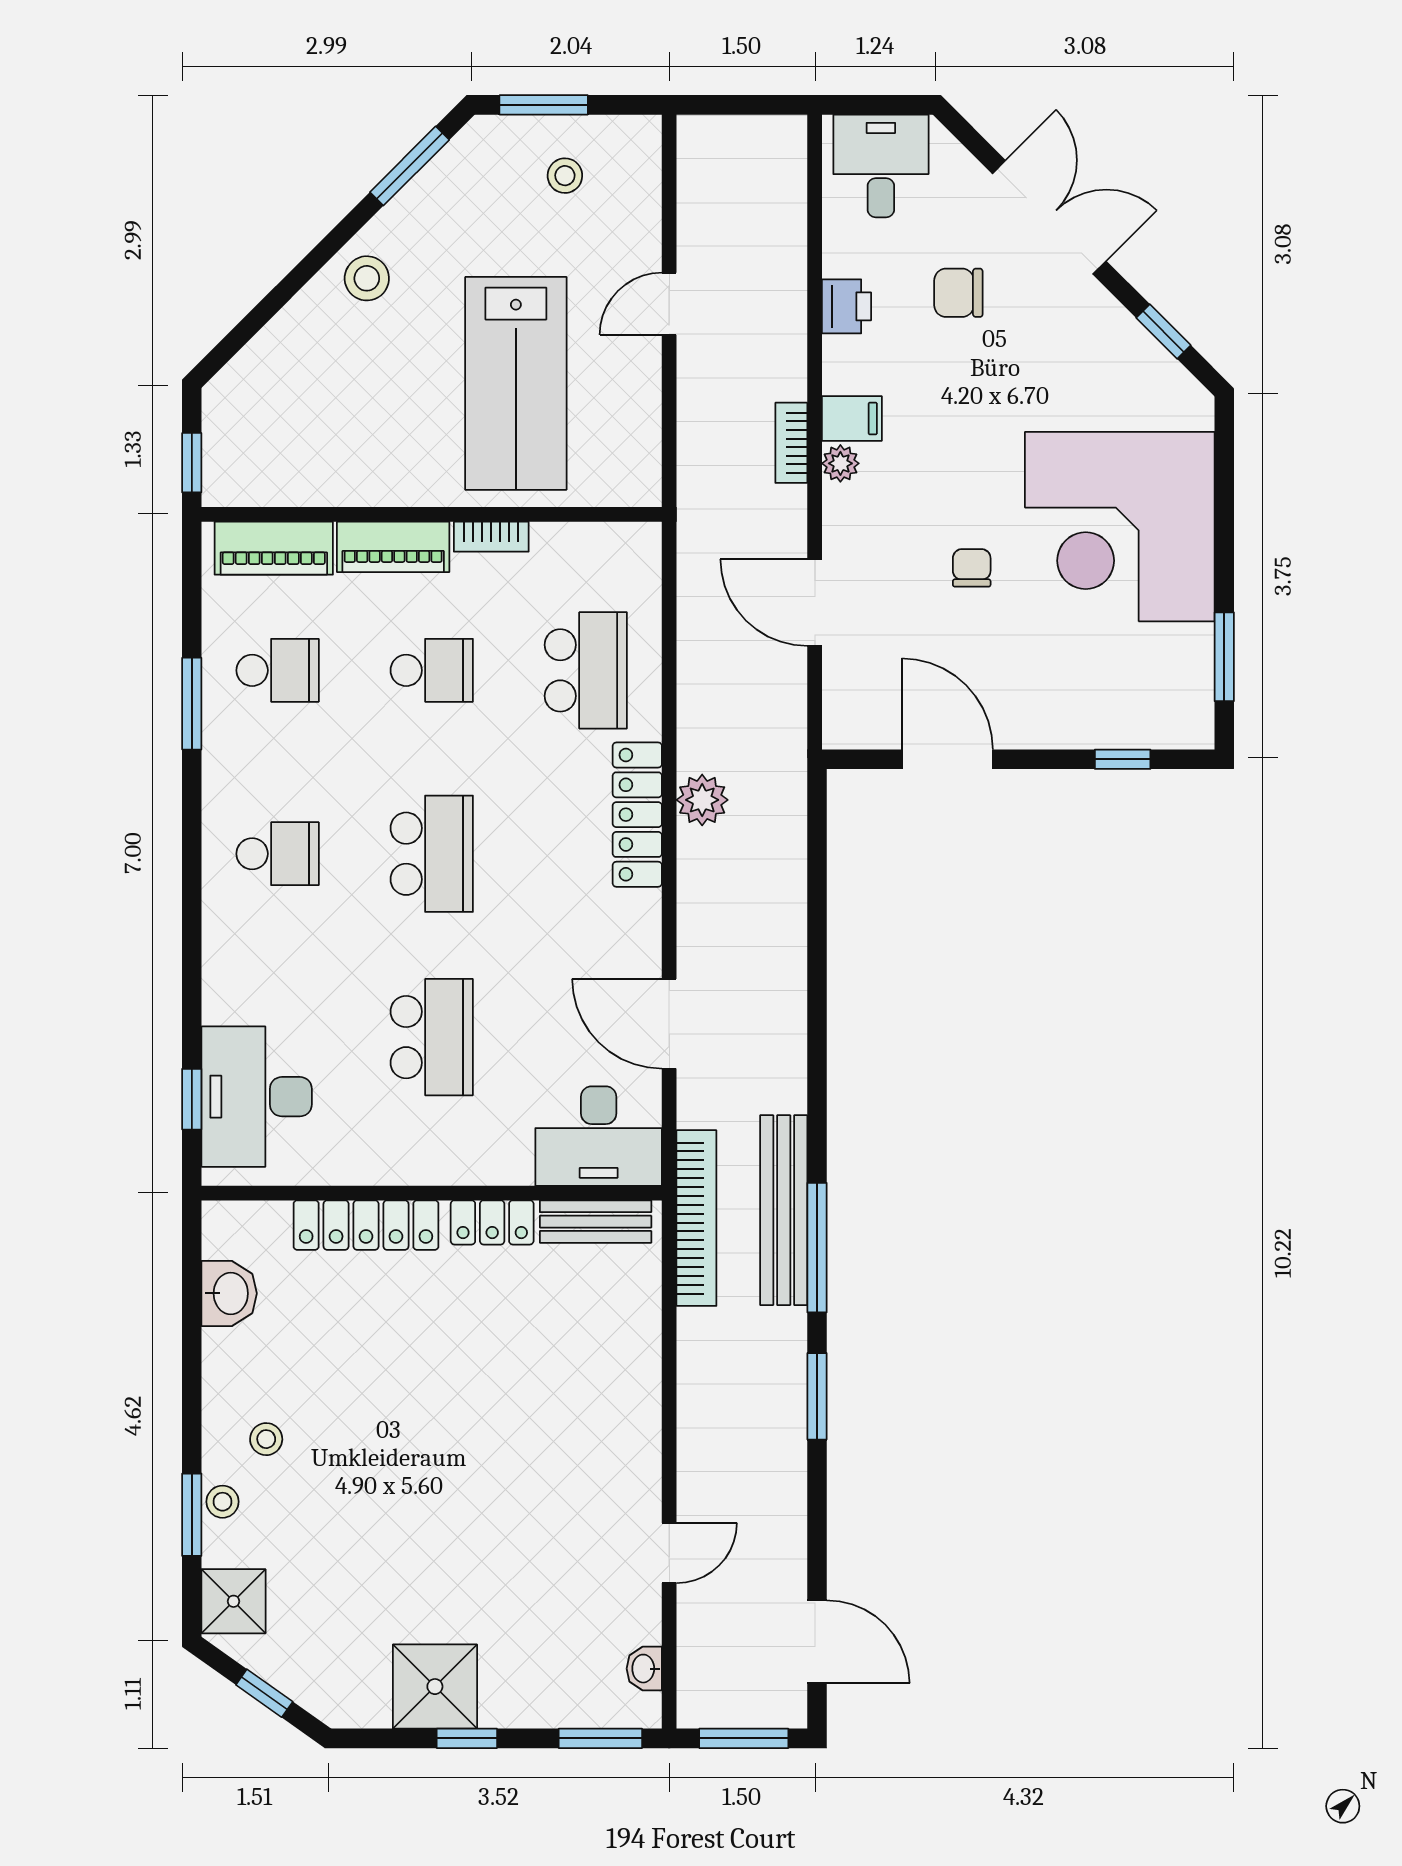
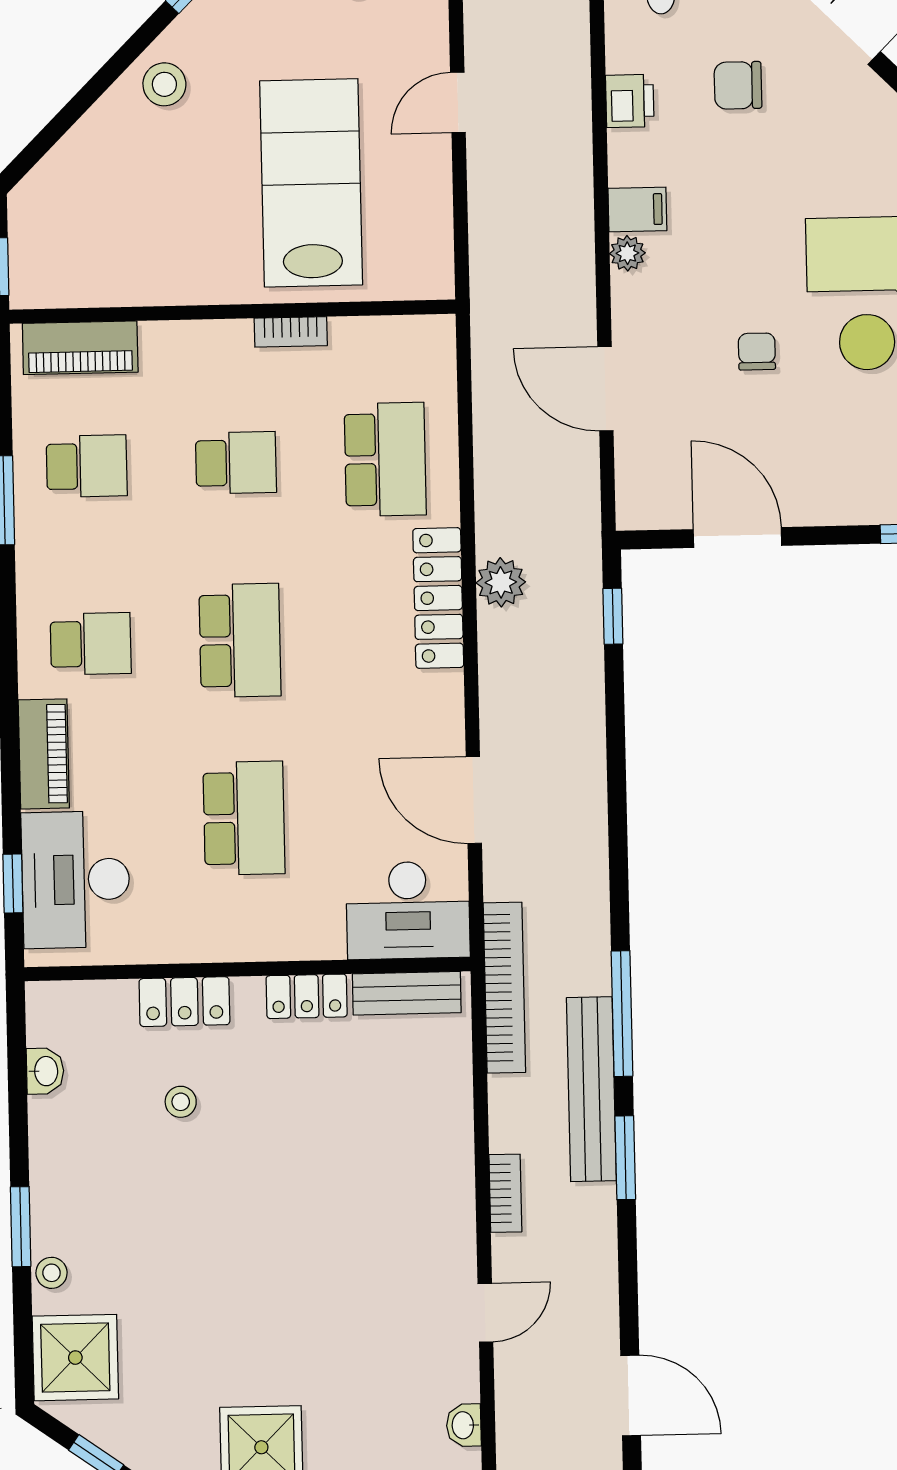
lab bench: (516, 383) -> (311, 183), turned 180
bookcase: (791, 443) -> (505, 1193), moved, turned 180
piano: (393, 547) -> (44, 754), moved, turned -90
window: (817, 838) -> (613, 616), added
bench: (784, 1210) -> (591, 1089), moved
locker: (366, 1225) -> (184, 1002), width x0.66
washbasin: (229, 1293) -> (45, 1071), width x0.72, depth x0.69
stool: (266, 1439) -> (181, 1102), moved
window: (192, 1515) -> (21, 1227), moved
shower: (233, 1601) -> (75, 1358), width x1.36, depth x1.36

